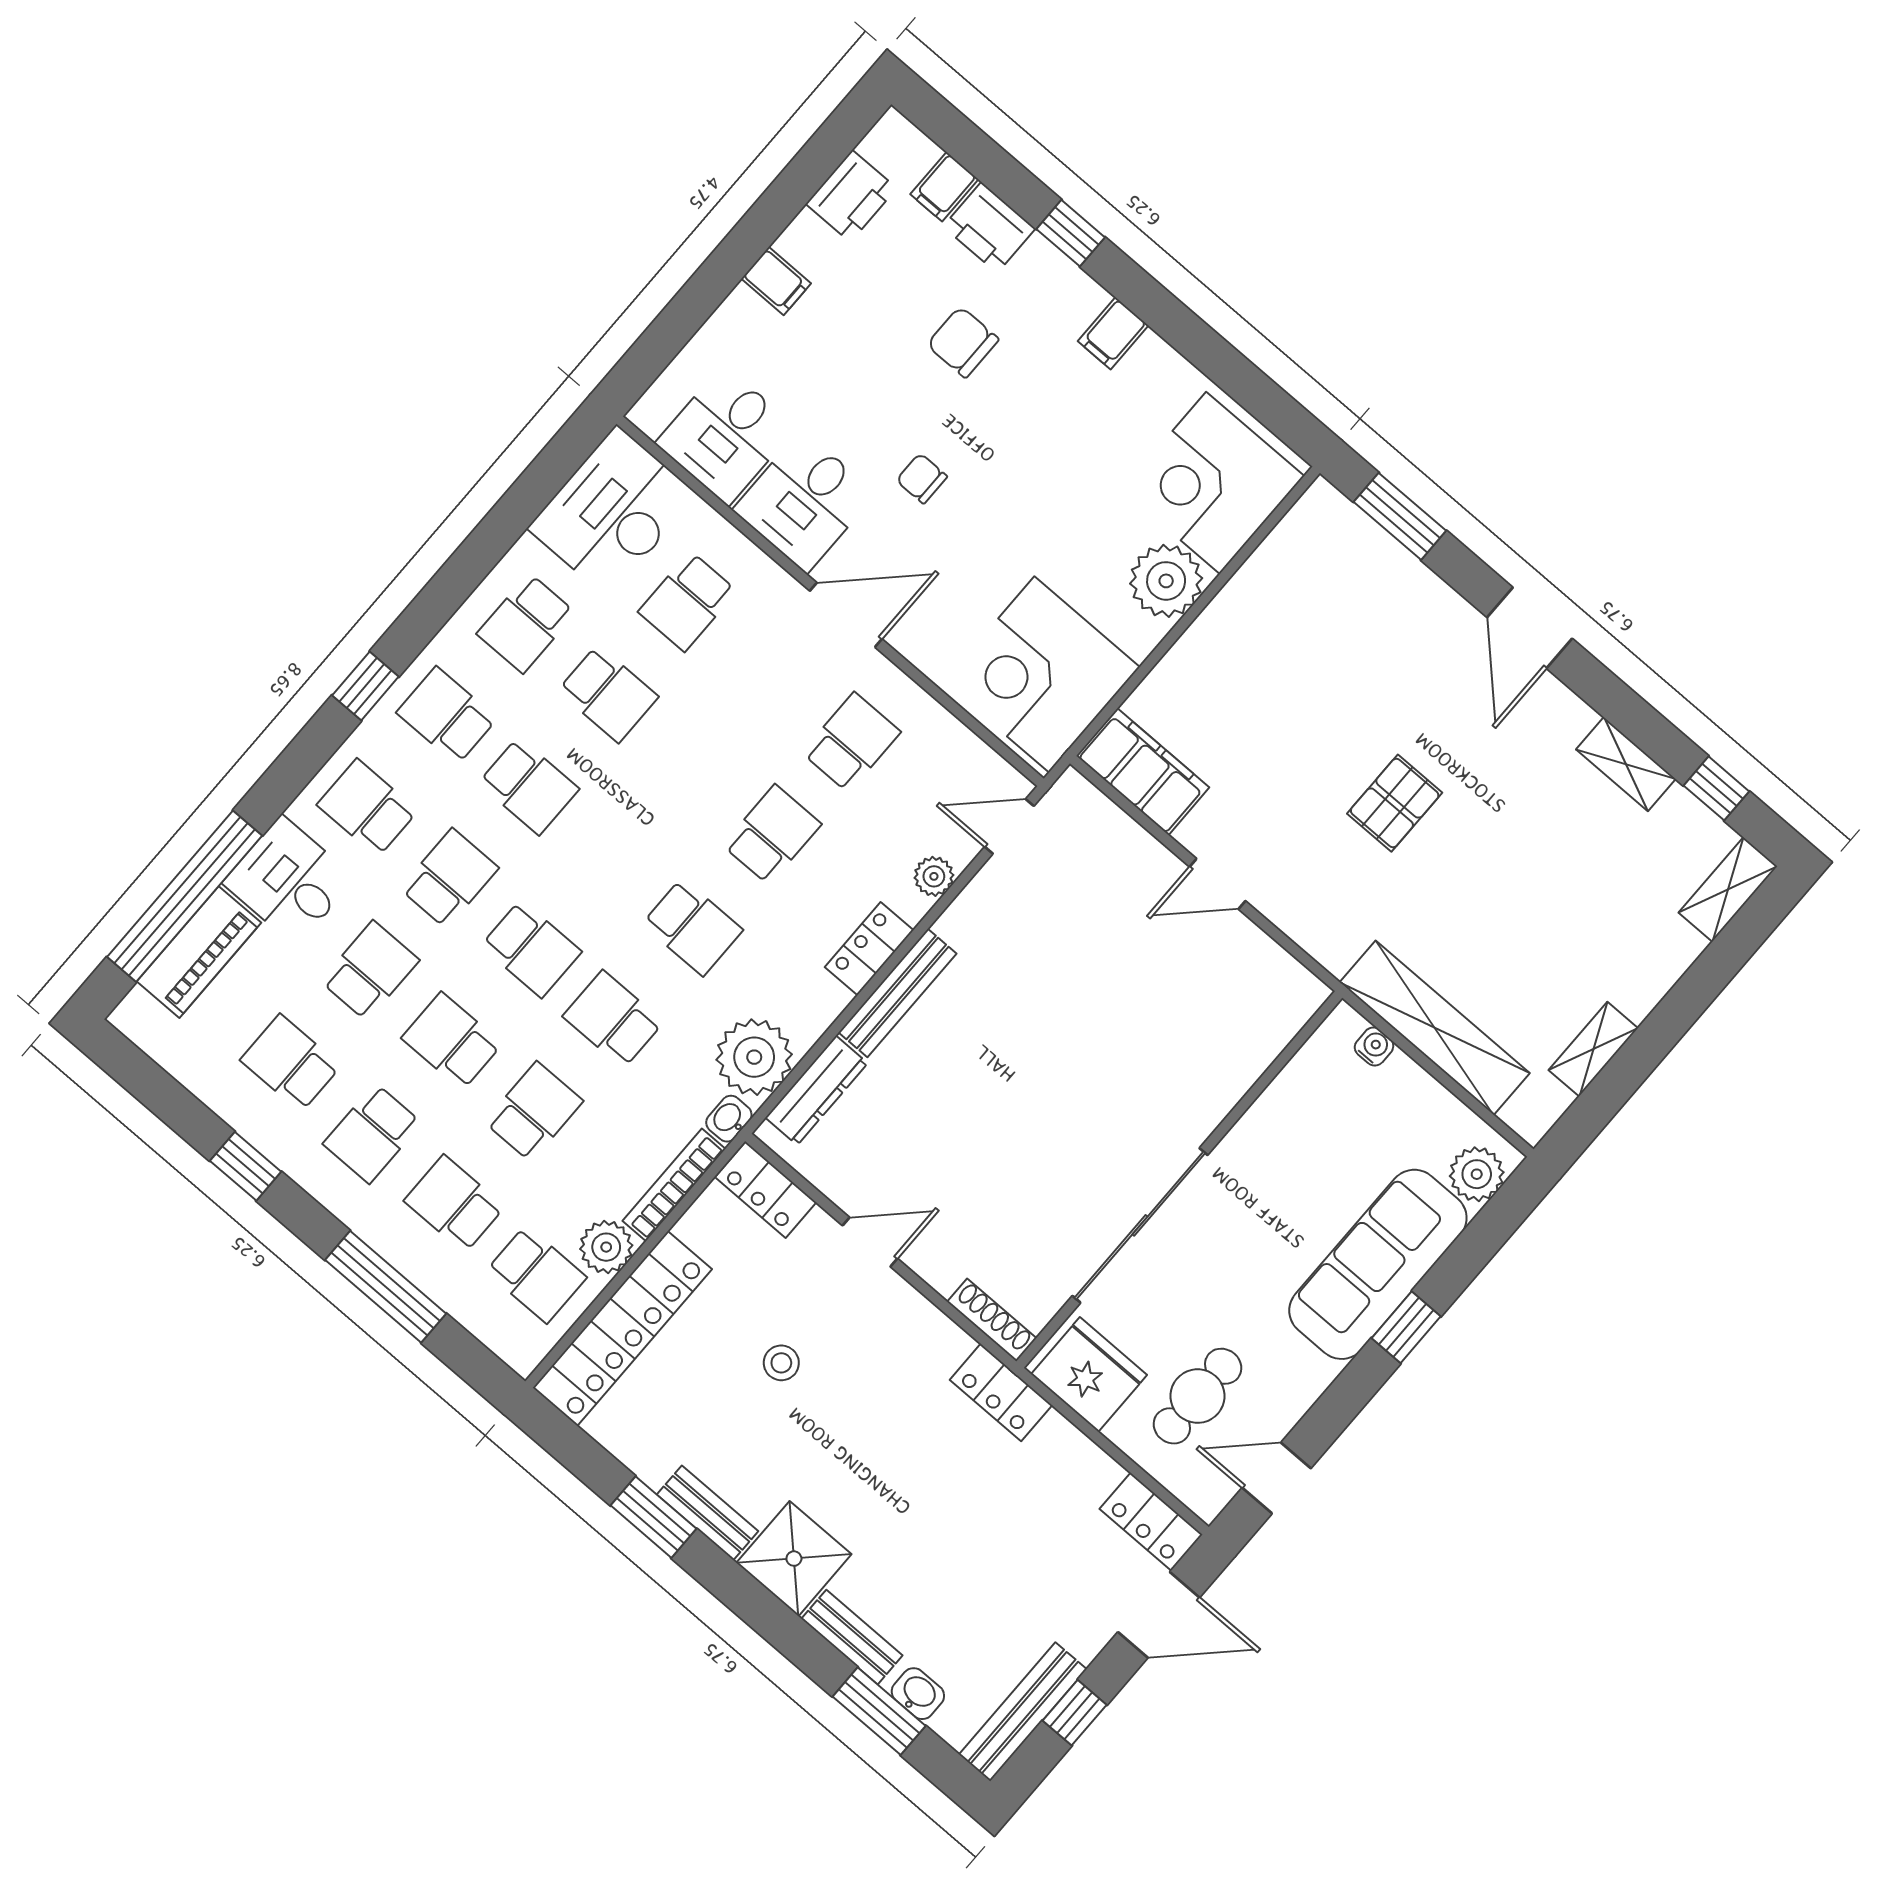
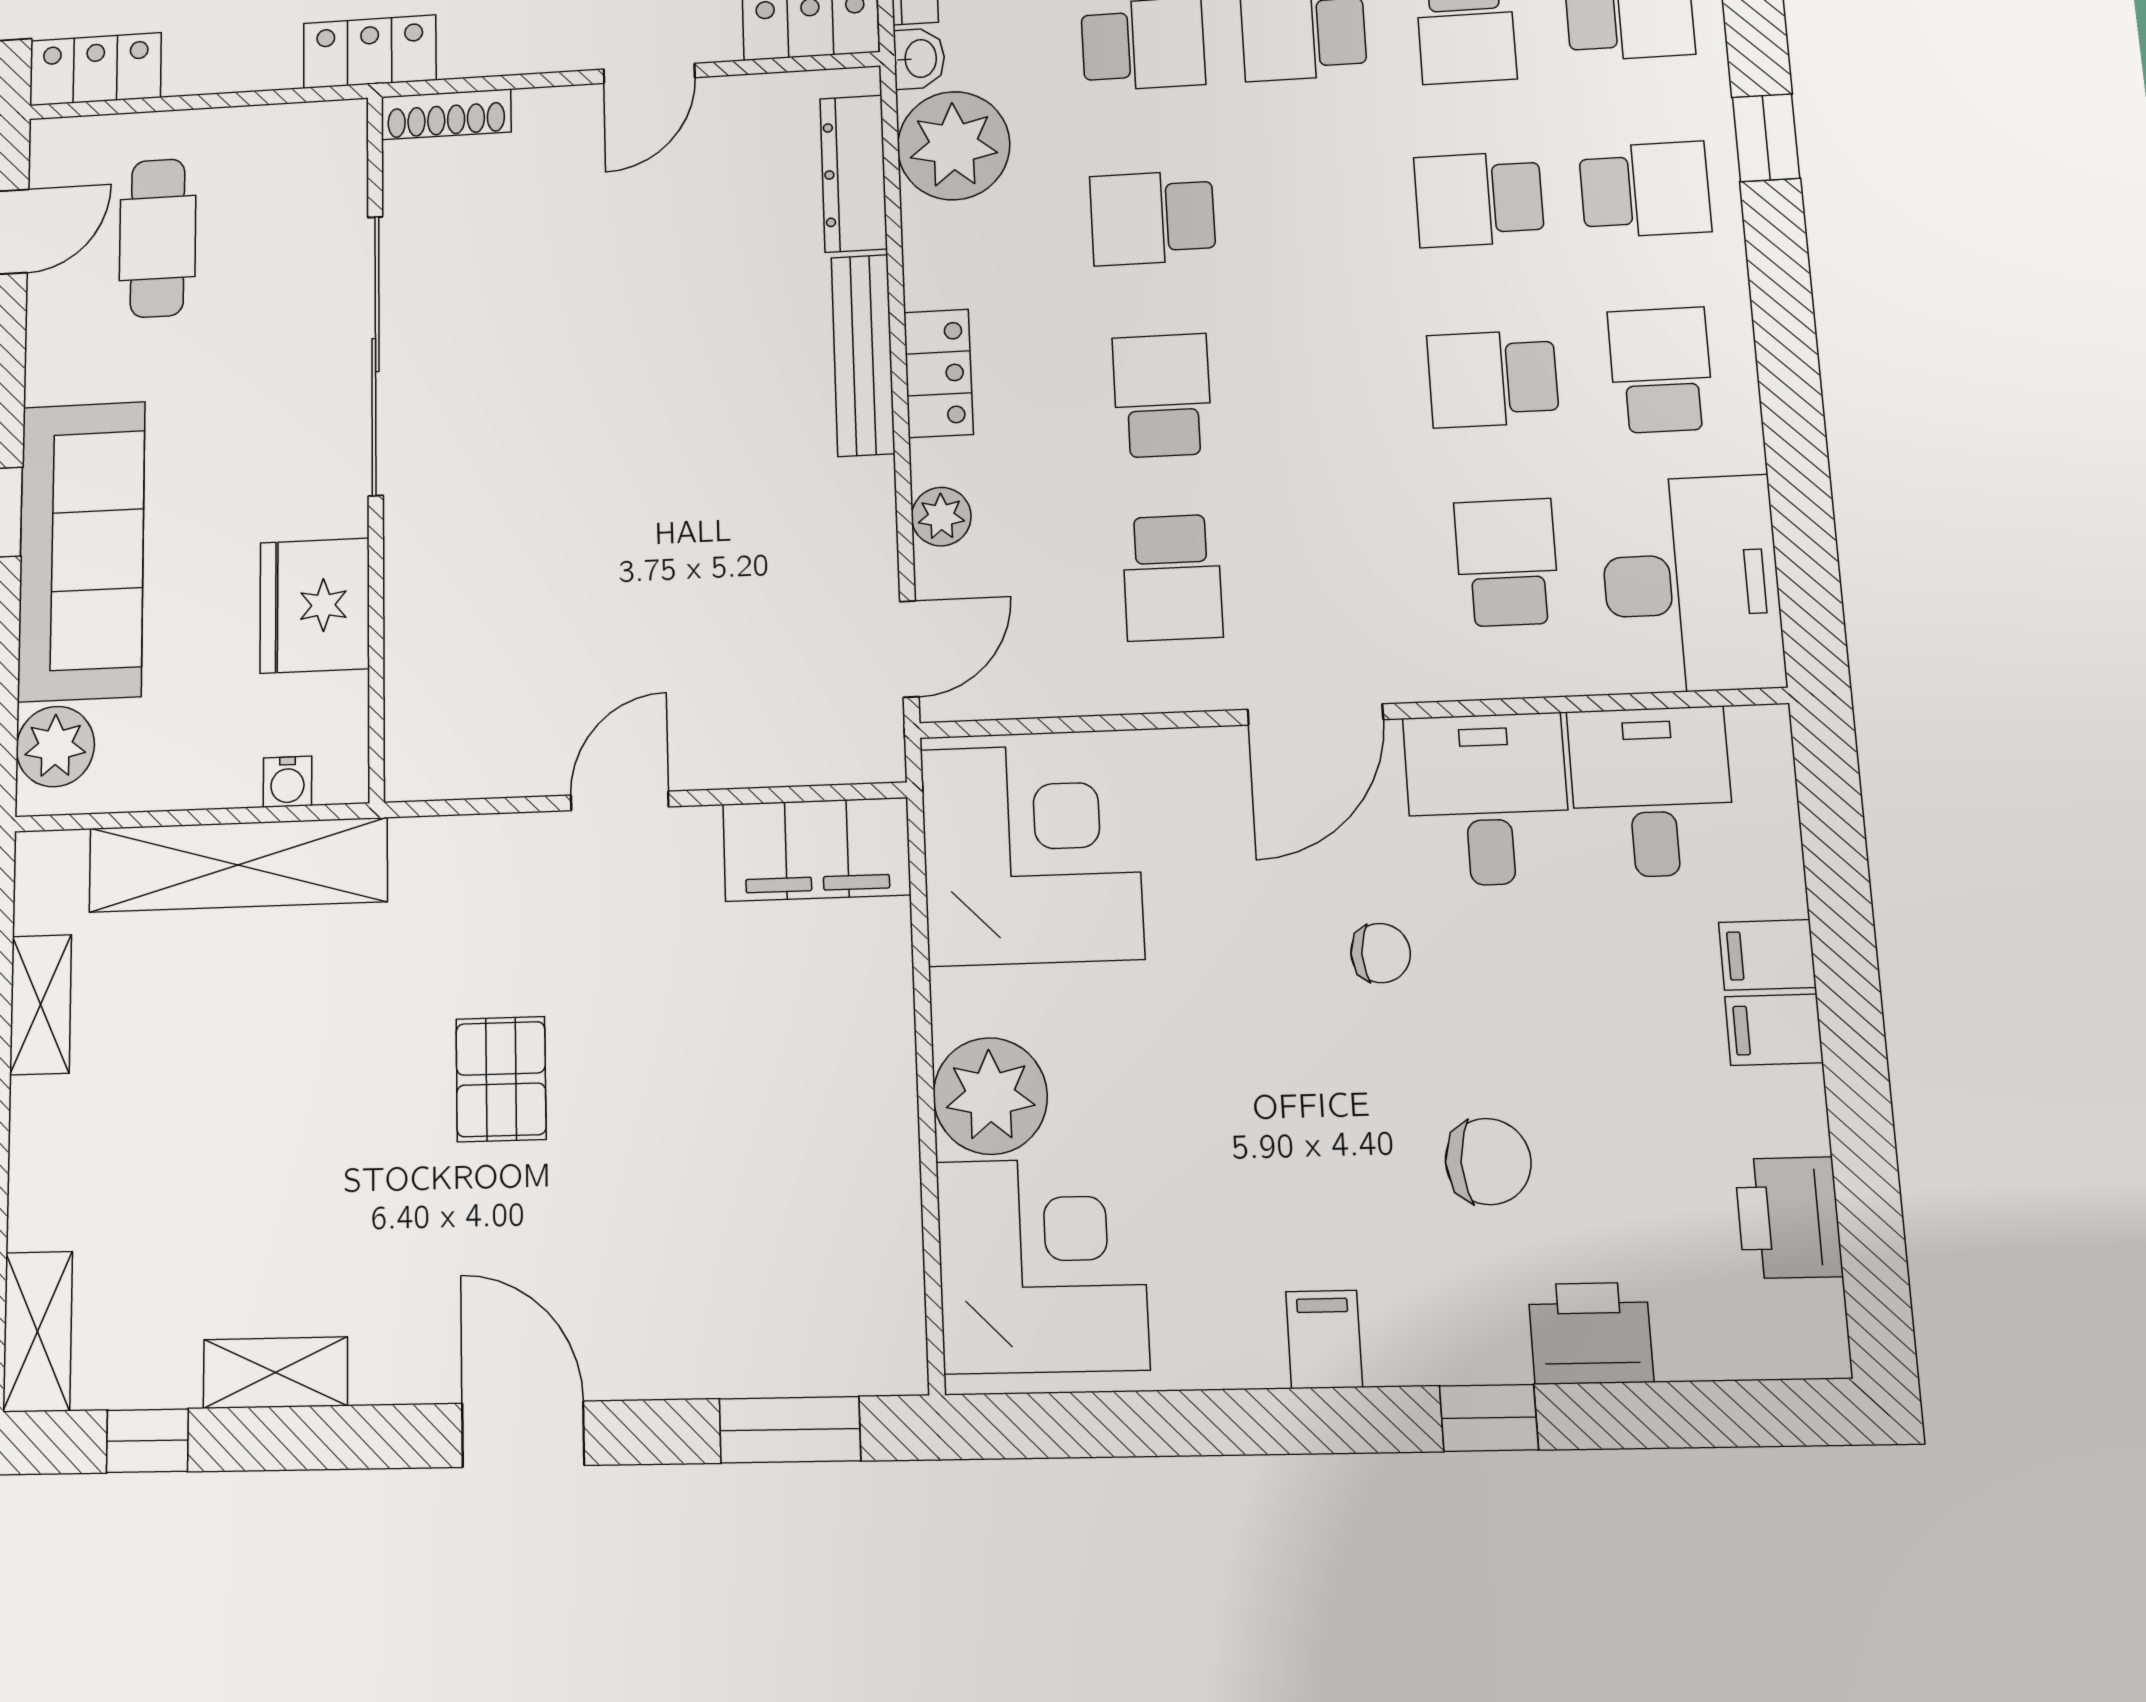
filing cabinet: (944, 187) -> (1767, 955), moved, turned -90
school desk: (772, 835) -> (1162, 396), turned 180
fridge: (1089, 1374) -> (315, 605), moved, turned 90

